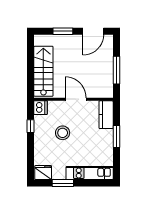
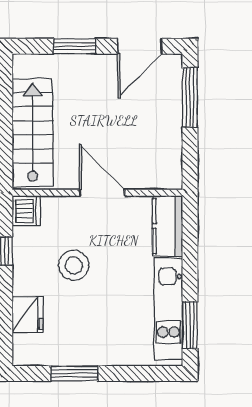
window: (116, 70) -> (190, 97), moved
window: (116, 136) -> (190, 325), moved
fridge: (43, 172) -> (27, 315), moved, turned 90
kitchen unit: (90, 173) -> (168, 309), moved, turned -90

